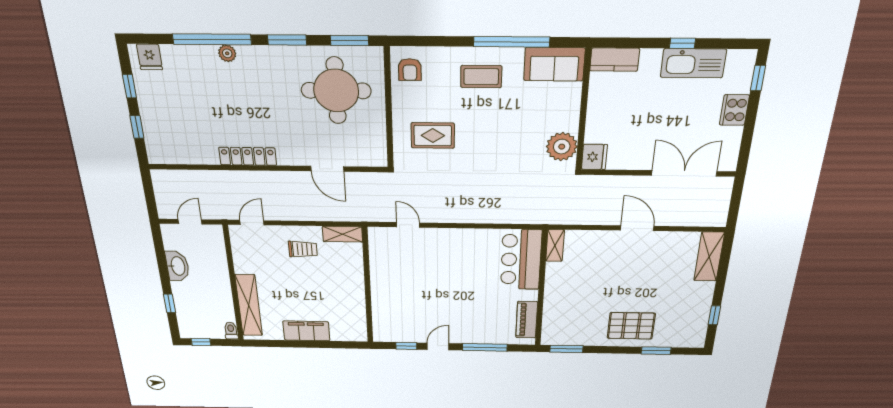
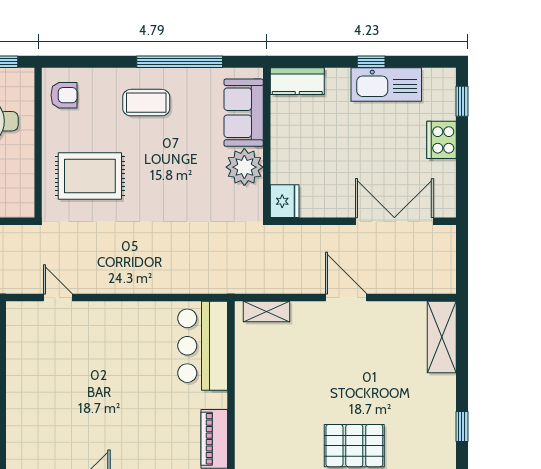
sofa: (554, 64) -> (244, 113), moved, turned 90
armchair: (410, 70) -> (64, 95), turned -90
rug: (433, 135) -> (90, 176), width x1.36, depth x1.43
plant: (562, 147) -> (244, 167), moved
shelving: (555, 246) -> (267, 311), moved, turned 90

